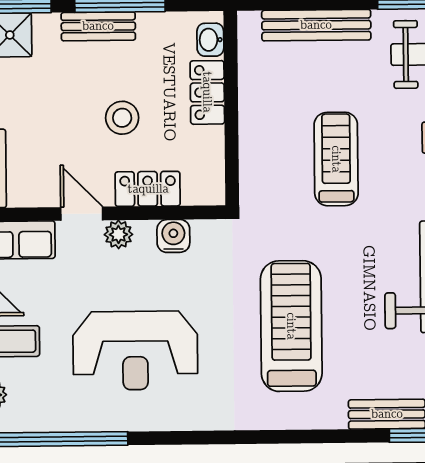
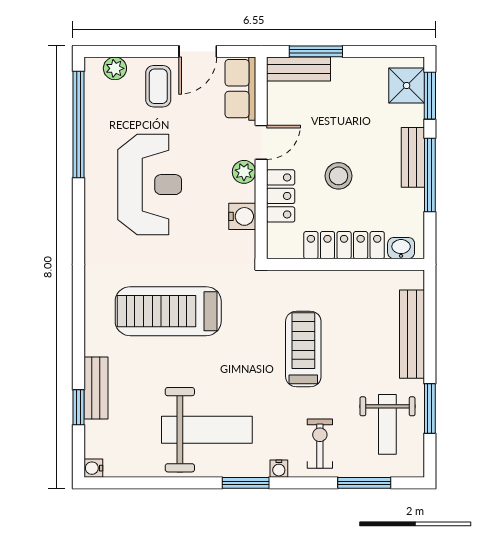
locker: (207, 92) -> (344, 245), width x1.53
treadmill: (336, 159) -> (303, 349), turned -90
treadmill: (291, 326) -> (168, 311), turned 180
reception desk: (135, 351) -> (150, 185), turned 180

